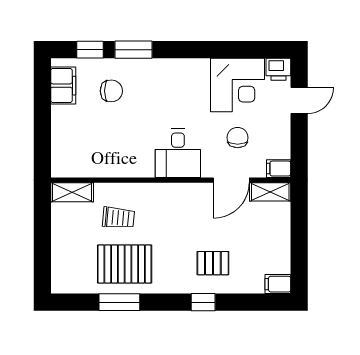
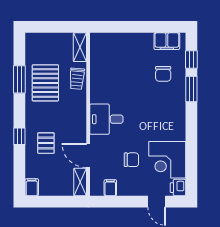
desk: (178, 153) -> (106, 119), moved
wall: (171, 180) -> (88, 114), moved
door: (231, 180) -> (88, 155), moved
shelving: (72, 192) -> (80, 47), moved
shelving: (270, 192) -> (80, 182), moved

